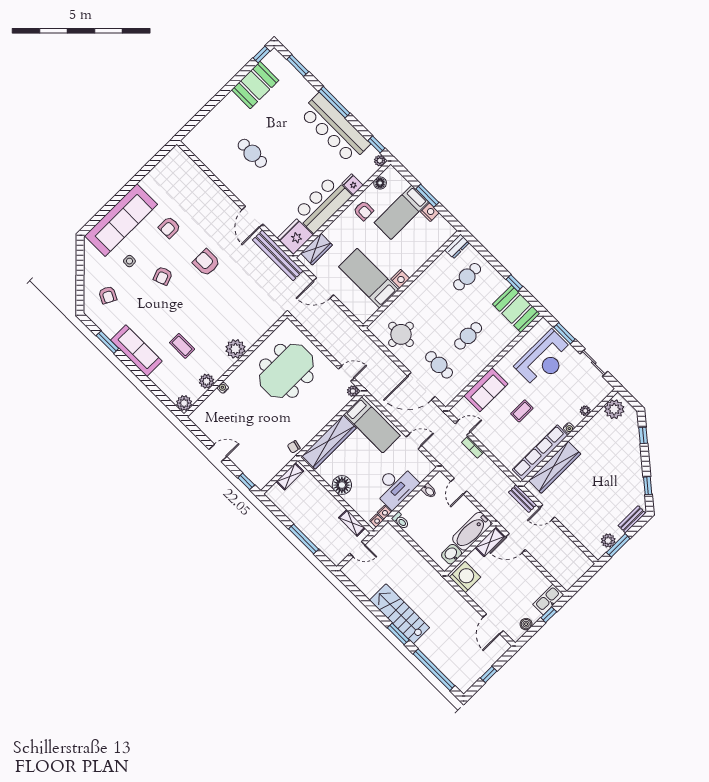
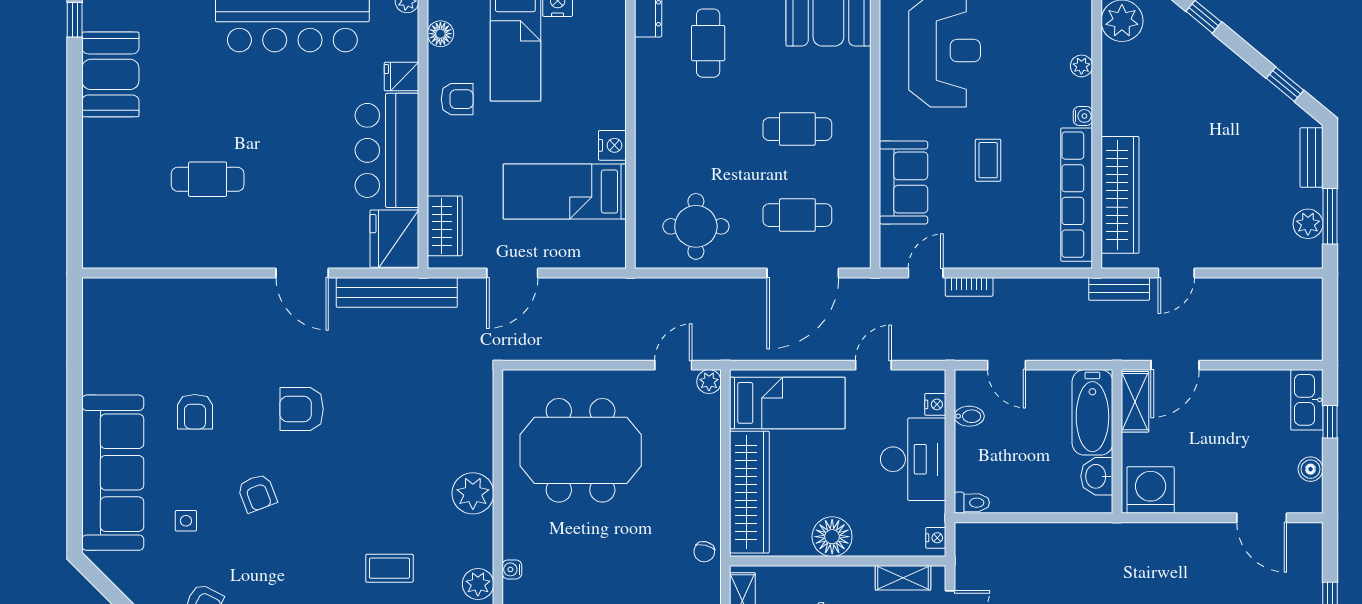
cafe table: (468, 336) -> (797, 129), turned 90
meeting table: (286, 371) -> (581, 450), turned 90
nightstand: (384, 512) -> (935, 404), moved

